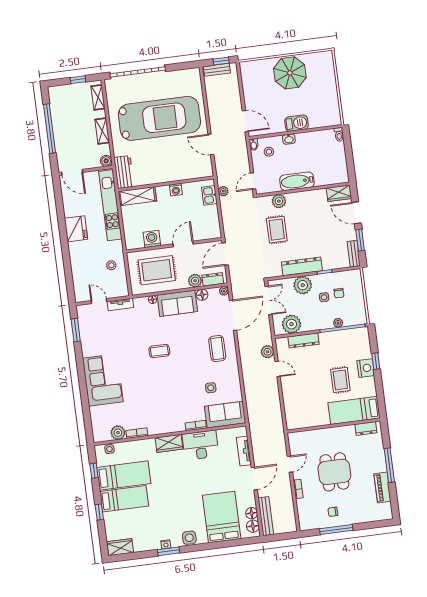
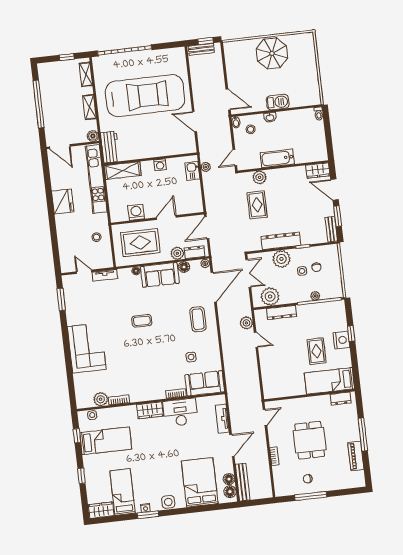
door: (290, 464) -> (265, 417), moved
bed: (124, 499) -> (123, 492), moved, turned -90

